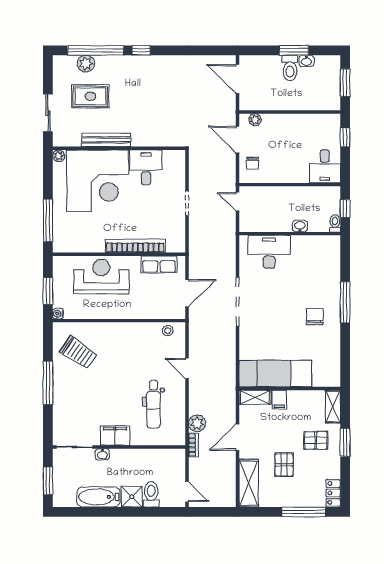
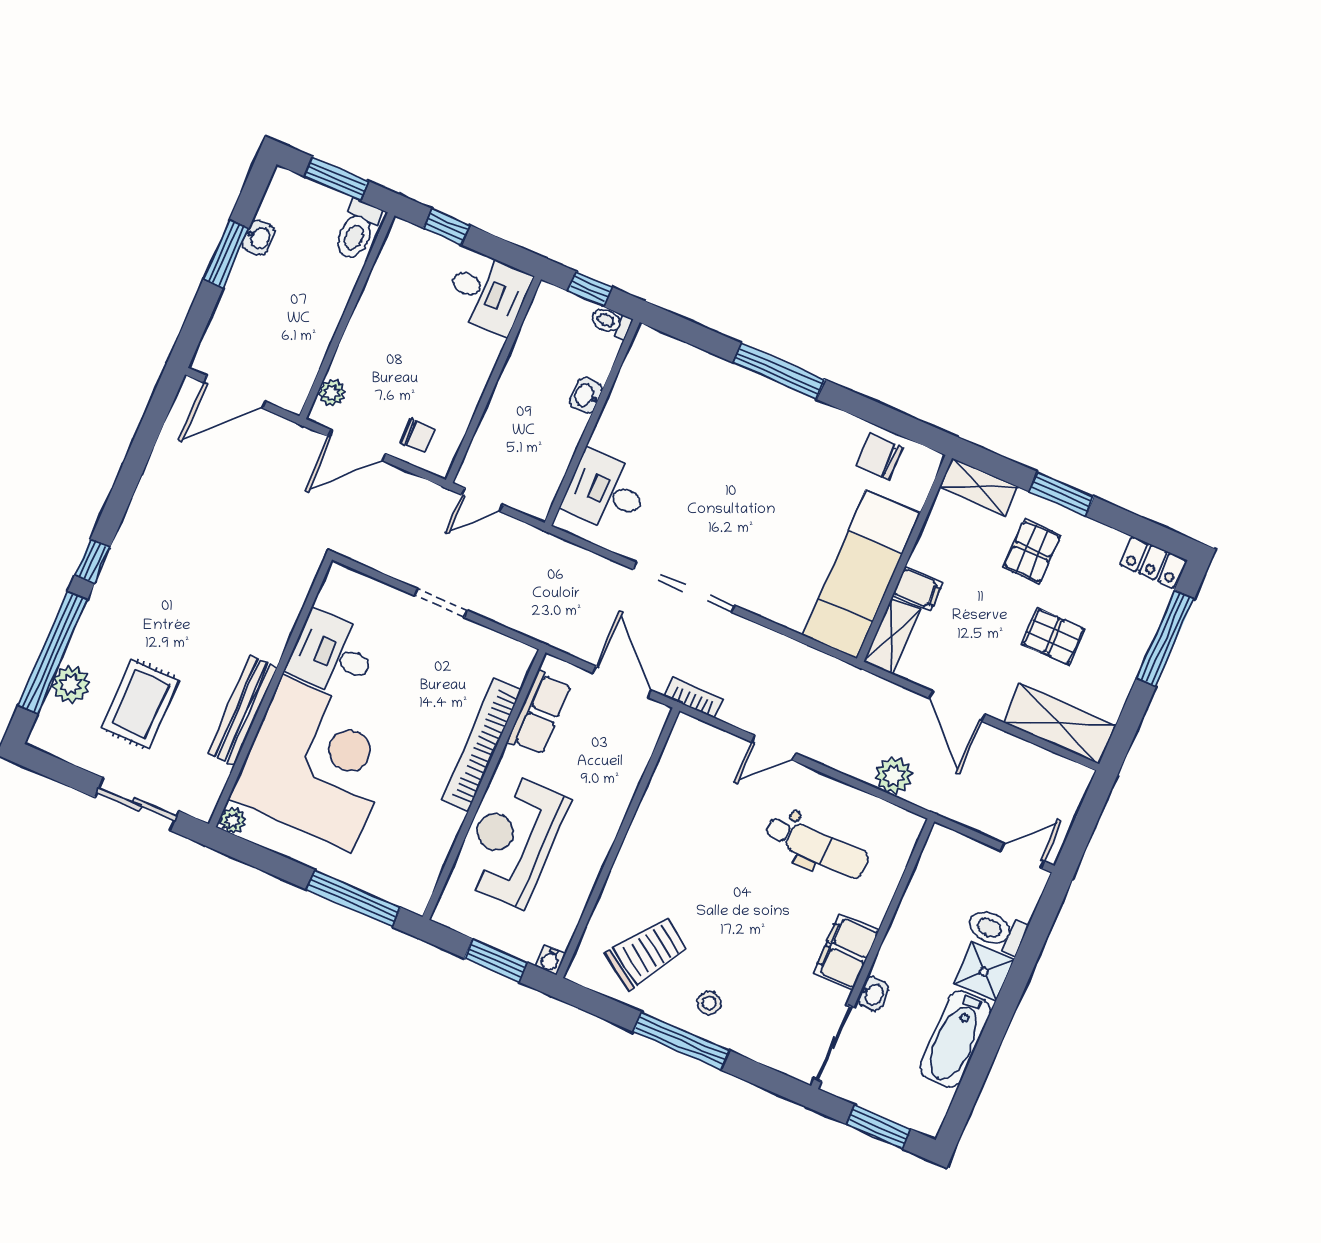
toilet: (290, 68) -> (357, 230), moved, turned 90
desk: (269, 252) -> (606, 492), width x0.73
chair: (315, 317) -> (879, 456), moved
stool: (168, 331) -> (709, 1003), moved
bookcase: (193, 445) -> (694, 698), moved

